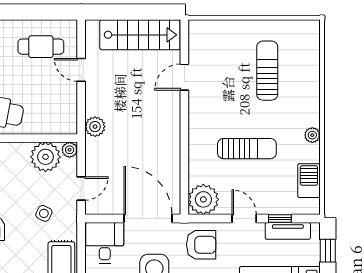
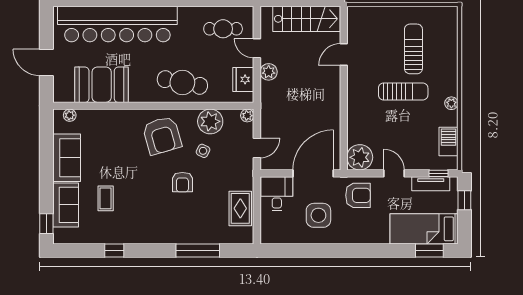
fridge: (65, 107) -> (243, 79), added
plant: (95, 127) -> (269, 72), moved
sun lounger: (247, 149) -> (403, 92), moved
plant: (45, 157) -> (210, 121), moved
side table: (44, 213) -> (203, 151), moved
door: (148, 218) -> (313, 173), hinge flipped
window: (280, 218) -> (439, 173), moved

